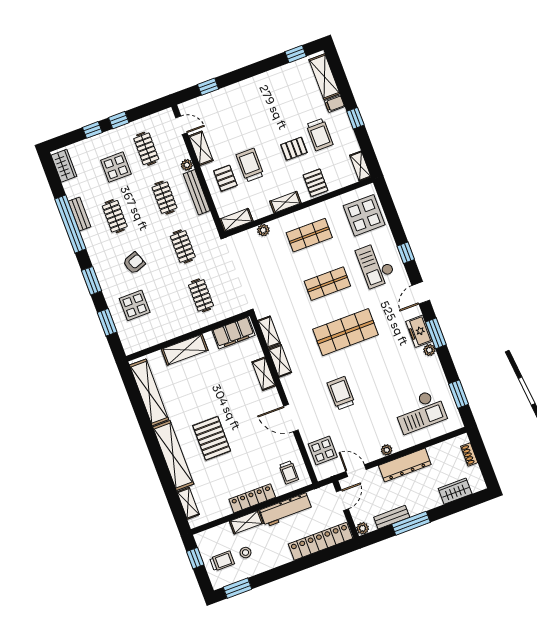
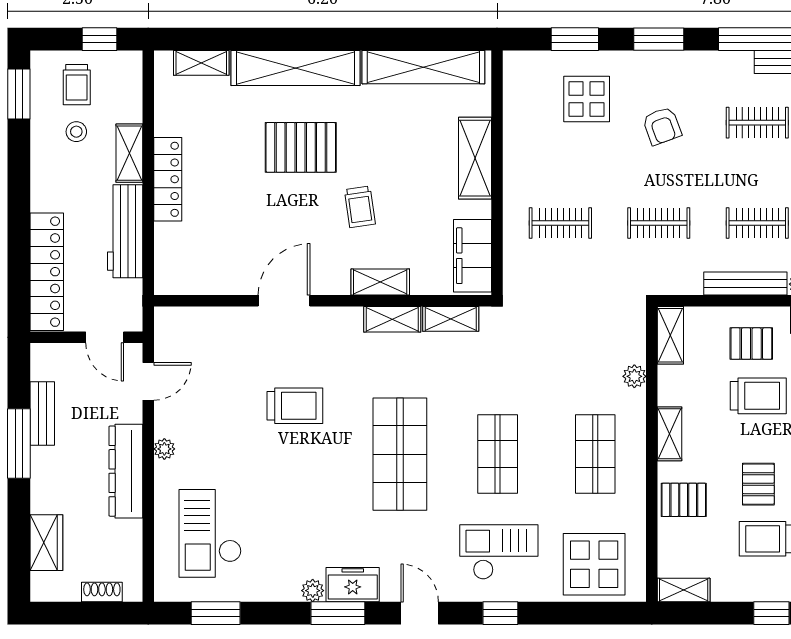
display table: (323, 451) -> (205, 336), removed
trolley: (289, 472) -> (360, 207), moved, turned -98
plant: (363, 528) -> (42, 355), removed

